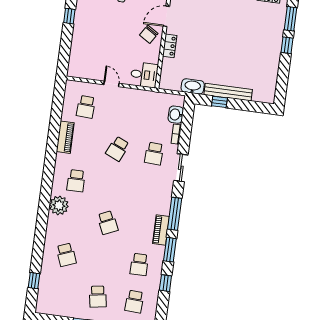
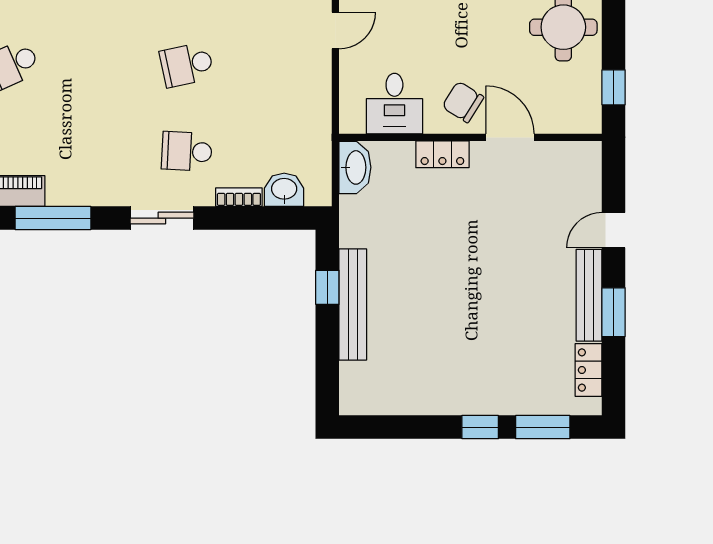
desk: (144, 75) -> (394, 104), moved
washbasin: (193, 86) -> (355, 167), moved
school desk: (118, 149) -> (187, 65), turned -36

